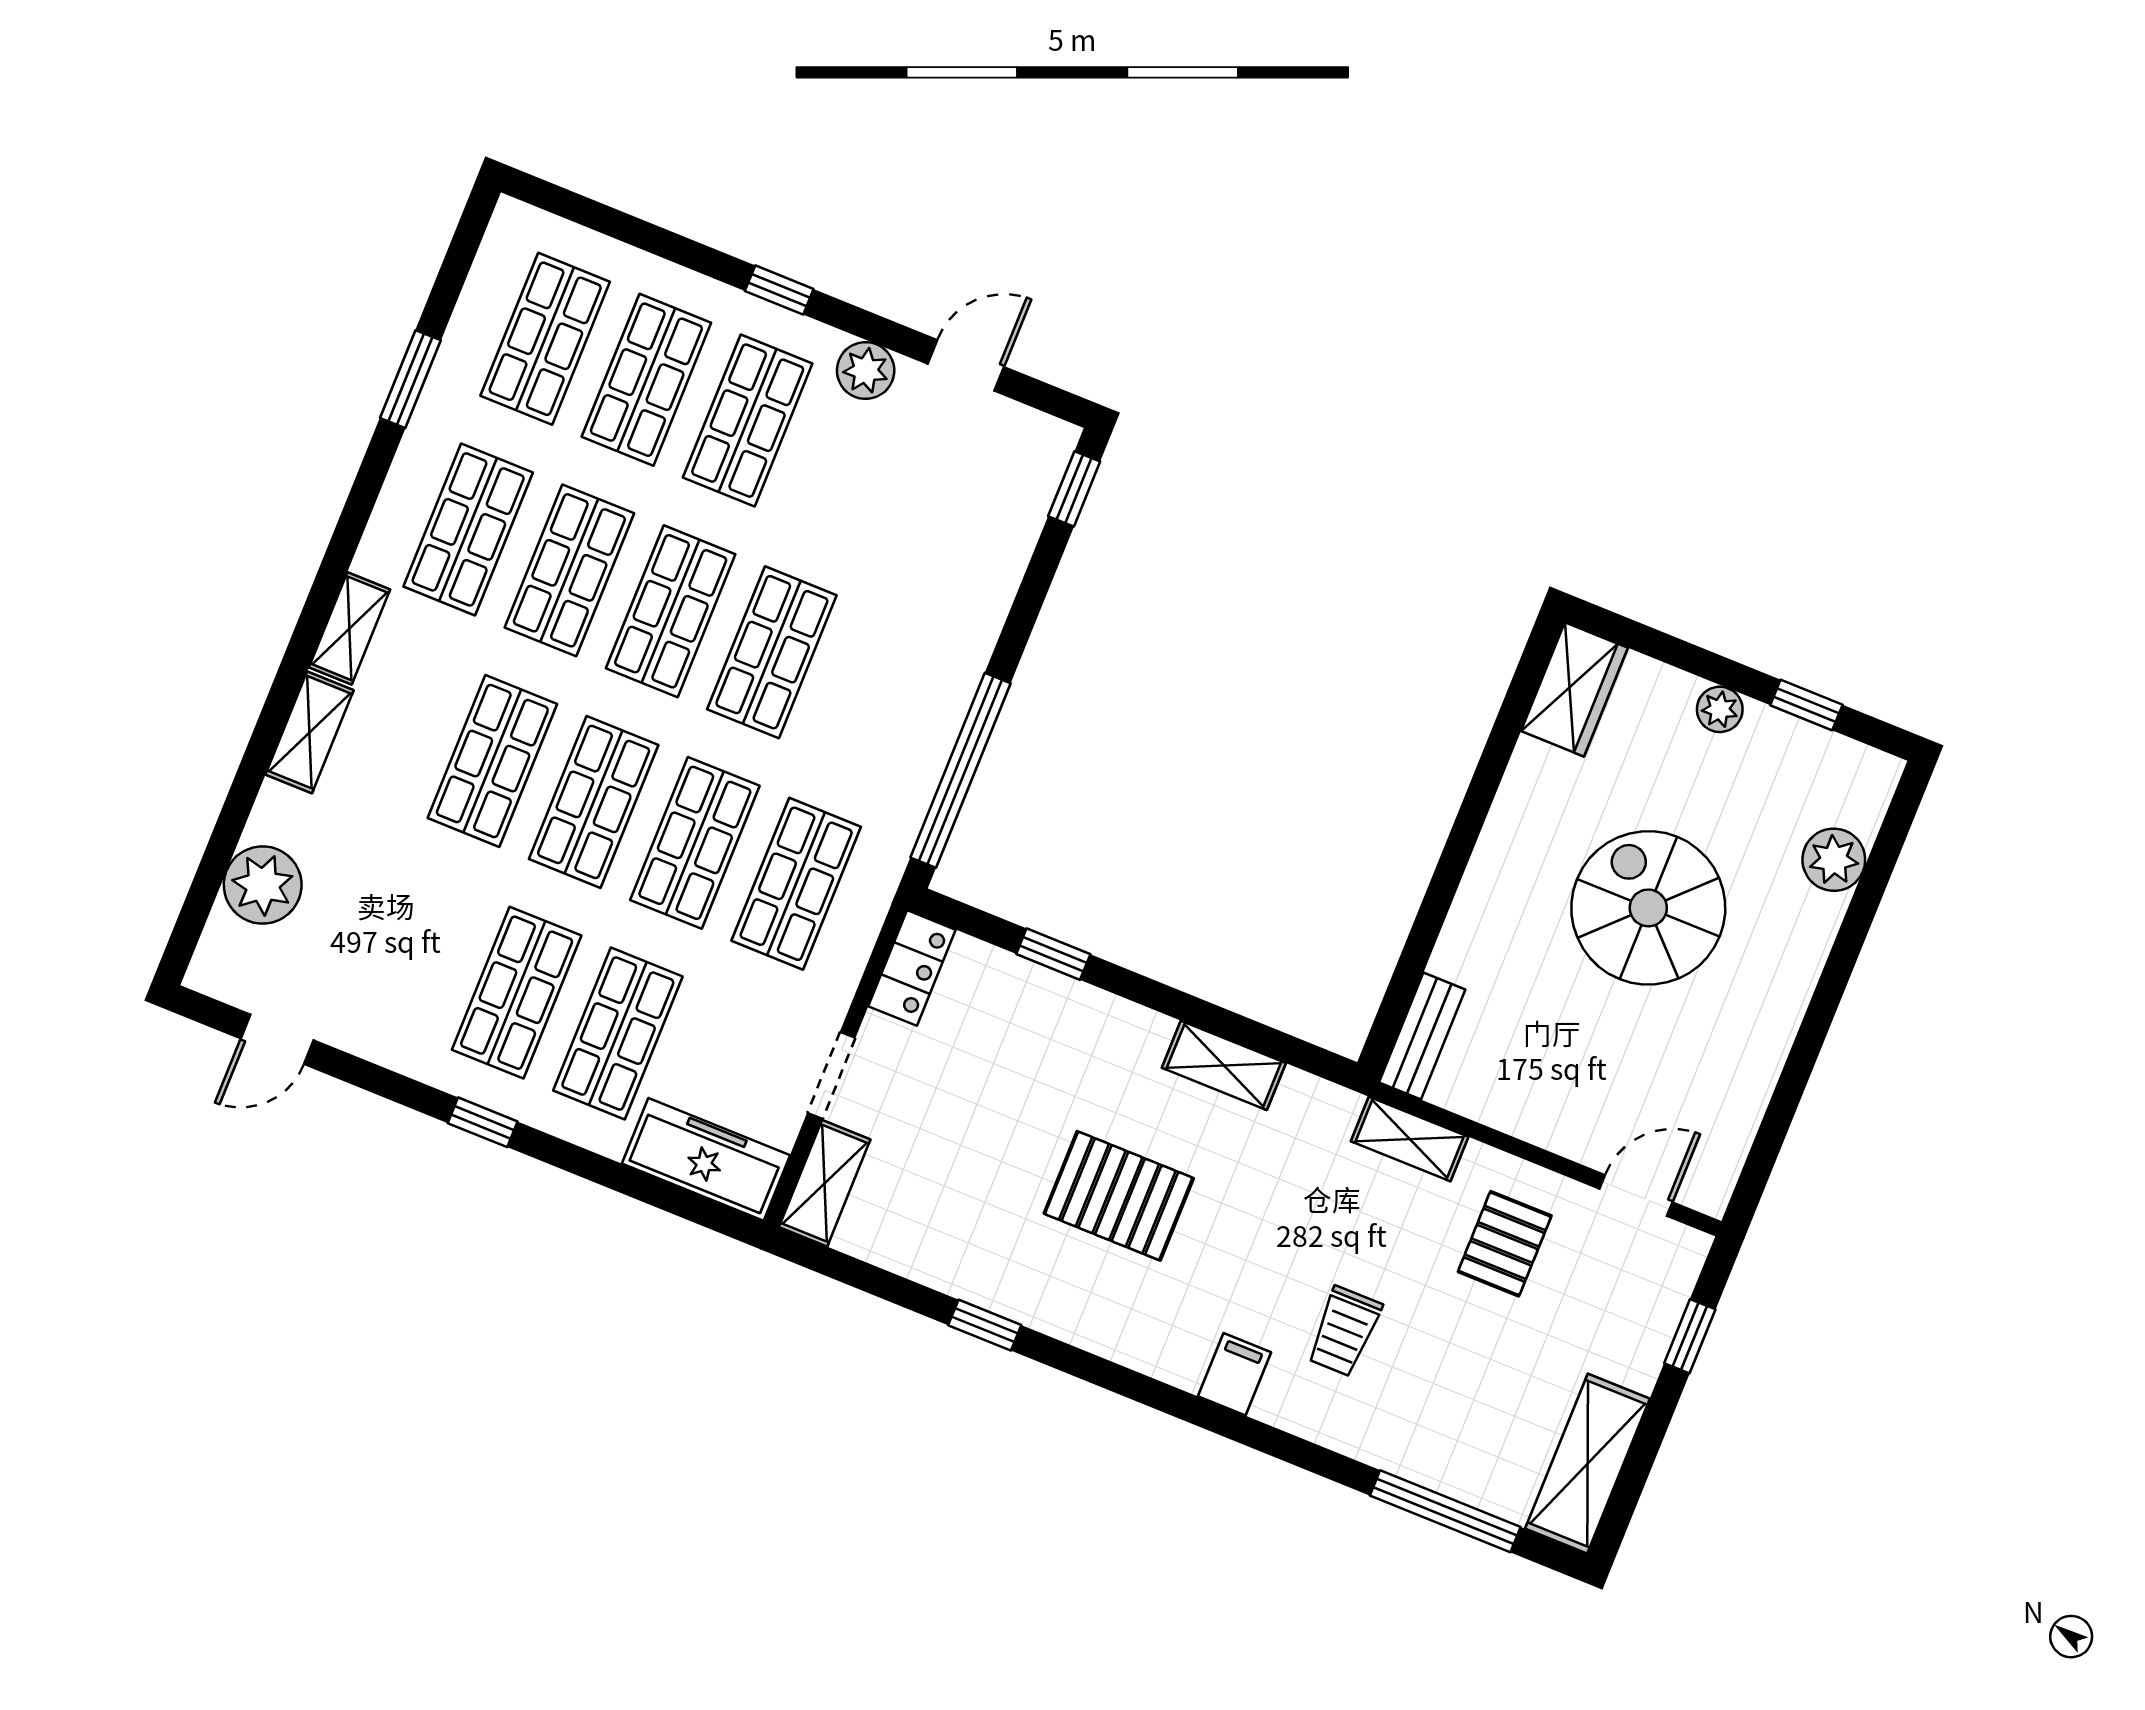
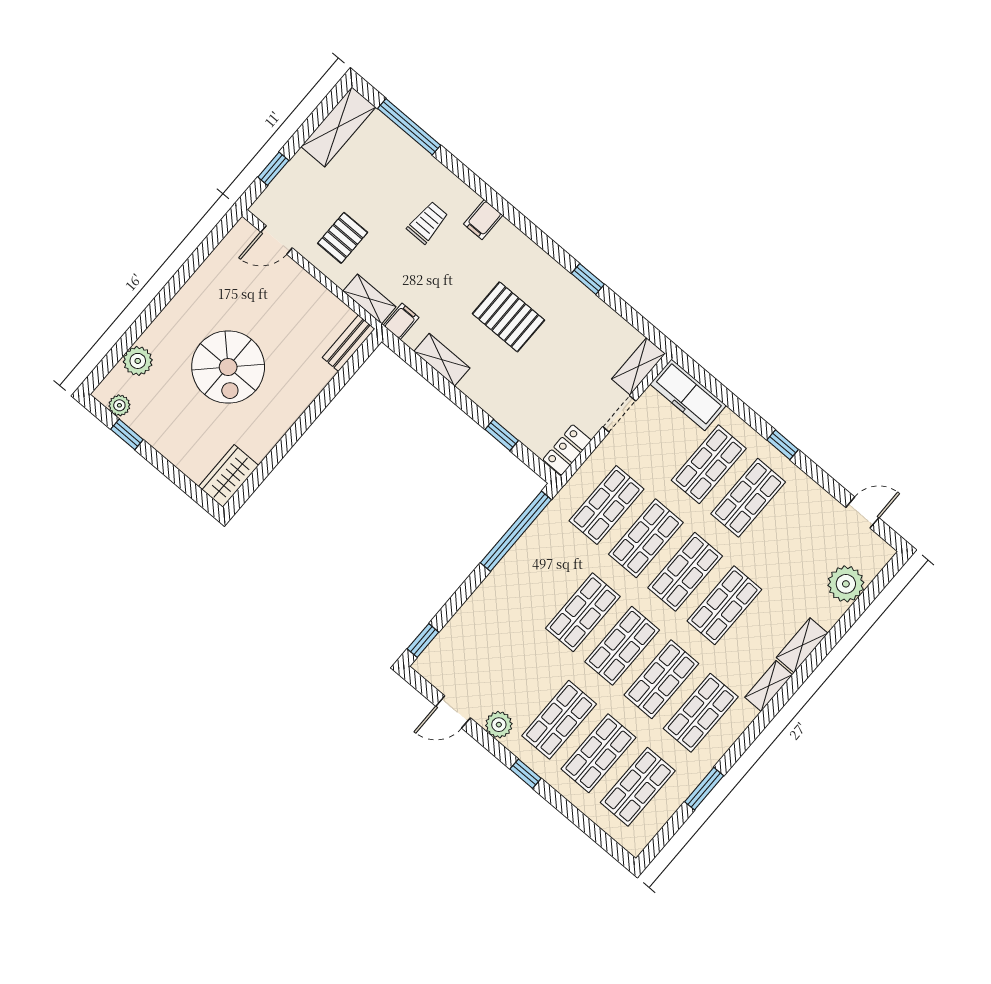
plant: (1720, 709) -> (119, 405), moved
filing cabinet: (1331, 1115) -> (401, 321), added

